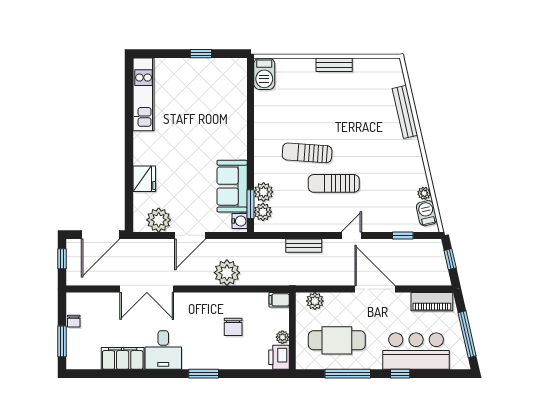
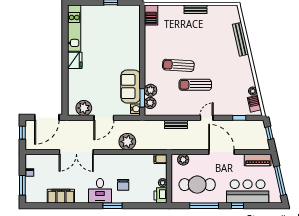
fridge: (144, 179) -> (75, 60), moved
chair: (233, 327) -> (123, 185), moved
desk: (163, 350) -> (100, 191), moved

